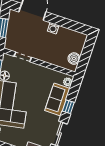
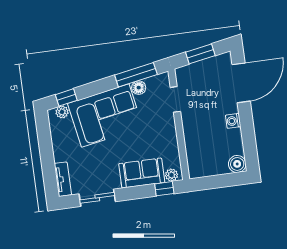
boiler: (74, 59) -> (237, 164), moved
window: (68, 107) -> (164, 189), moved

